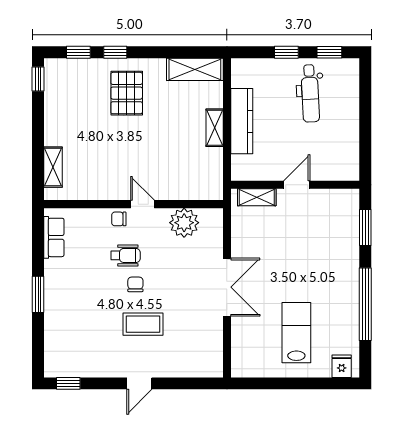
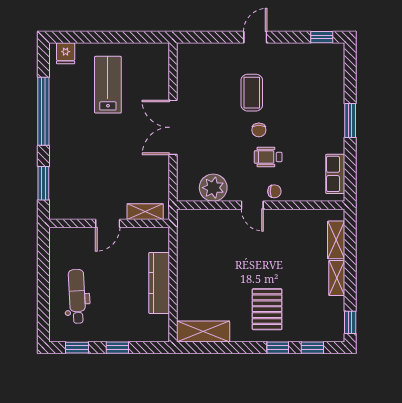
dental chair: (310, 93) -> (77, 296), moved
shelving: (215, 128) -> (337, 278), moved
coffee table: (143, 324) -> (252, 93), turned 90
lab bench: (296, 333) -> (108, 85), turned 180

